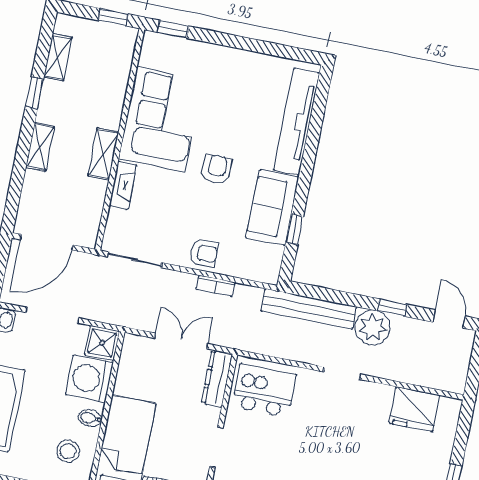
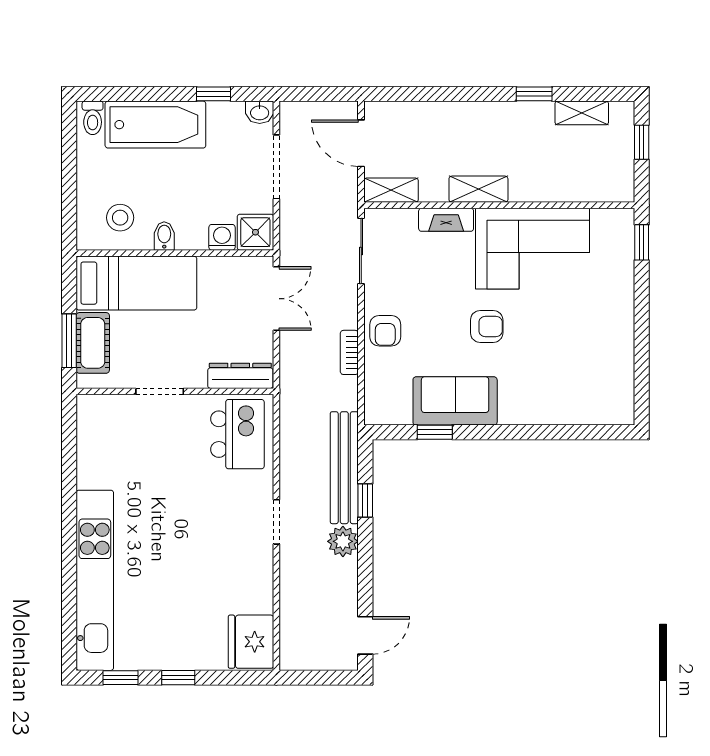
window: (113, 17) -> (642, 142), moved
tv unit: (297, 122) -> (562, 409), removed
shelving: (40, 147) -> (391, 190), moved
door: (47, 242) -> (361, 143), width x0.73
window: (392, 308) -> (365, 501), moved
plant: (372, 328) -> (343, 541), width x0.73, depth x0.73
double door: (181, 341) -> (276, 299), moved
washing machine: (89, 379) -> (222, 237), width x0.53, depth x0.53
fridge: (414, 409) -> (251, 642), moved

